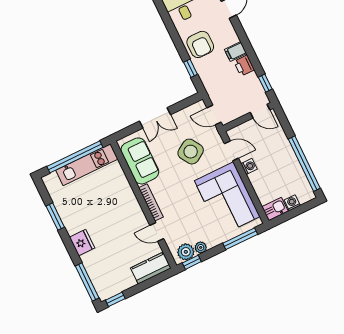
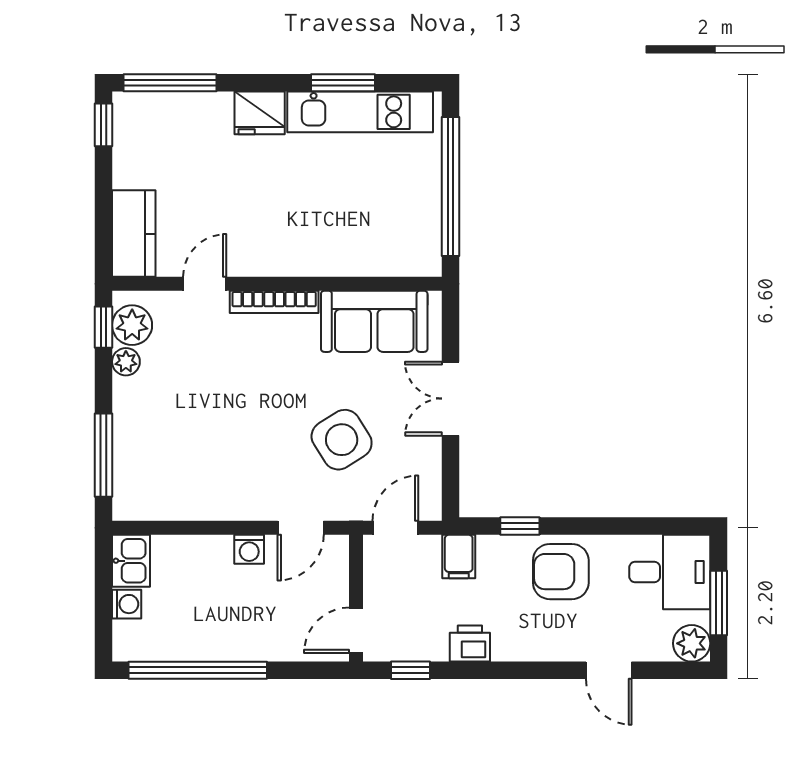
filing cabinet: (236, 51) -> (459, 556), moved, turned 180
kitchen unit: (87, 165) -> (360, 112), moved, turned -90
corner sofa: (227, 199) -> (203, 469), removed

